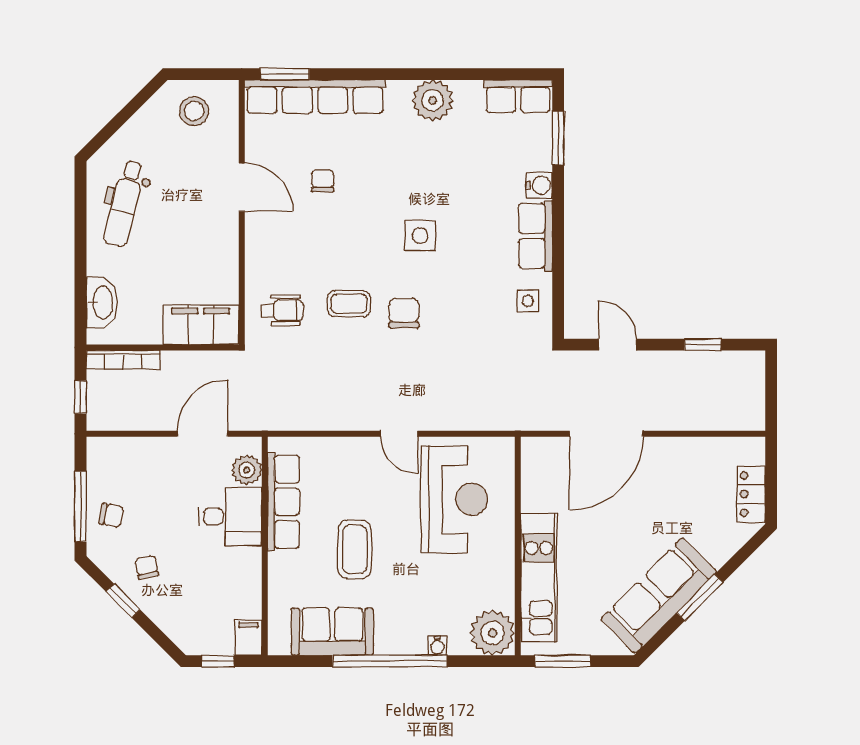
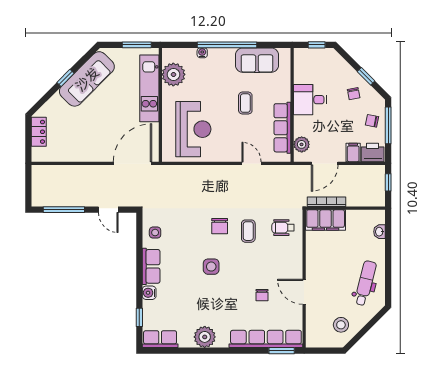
stool: (194, 111) -> (341, 325), moved
window: (558, 138) -> (139, 317), width x0.67
washbasin: (102, 303) -> (379, 232), width x0.52, depth x0.69
coffee table: (349, 304) -> (248, 231), turned 90
window: (703, 345) -> (64, 210), width x2.17
bookcase: (123, 360) -> (326, 202), moved
door: (399, 434) -> (251, 163), moved
door: (606, 434) -> (133, 163), moved
printer: (110, 454) -> (373, 152), added
reception desk: (454, 499) -> (193, 129), turned 180
desk: (230, 516) -> (310, 100), moved
coffee table: (355, 549) -> (245, 103), width x0.73, depth x0.77
window: (700, 598) -> (66, 78), width x0.67
plant: (492, 633) -> (173, 74), moved
filing cabinet: (248, 638) -> (353, 153), moved, turned 180

